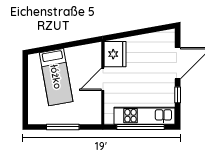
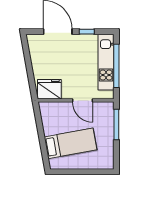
door: (103, 79) -> (82, 100), moved
window: (63, 127) -> (116, 125), moved

